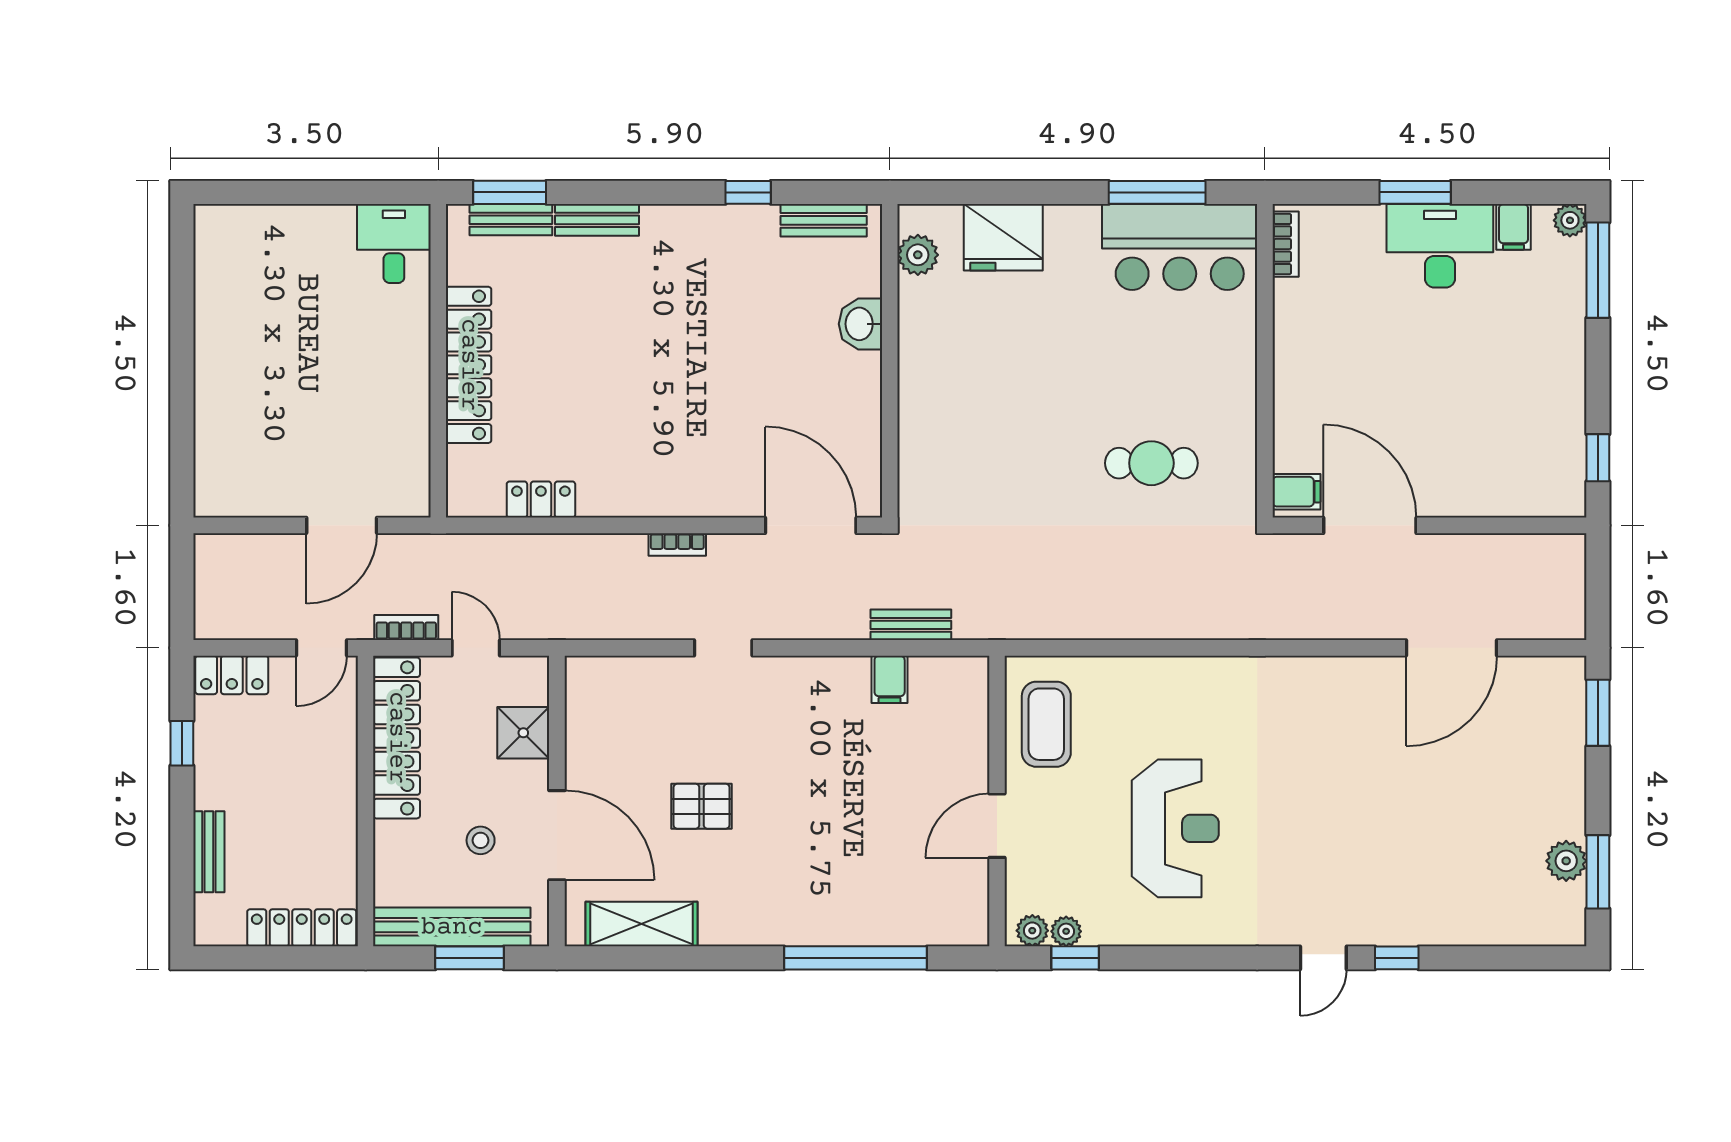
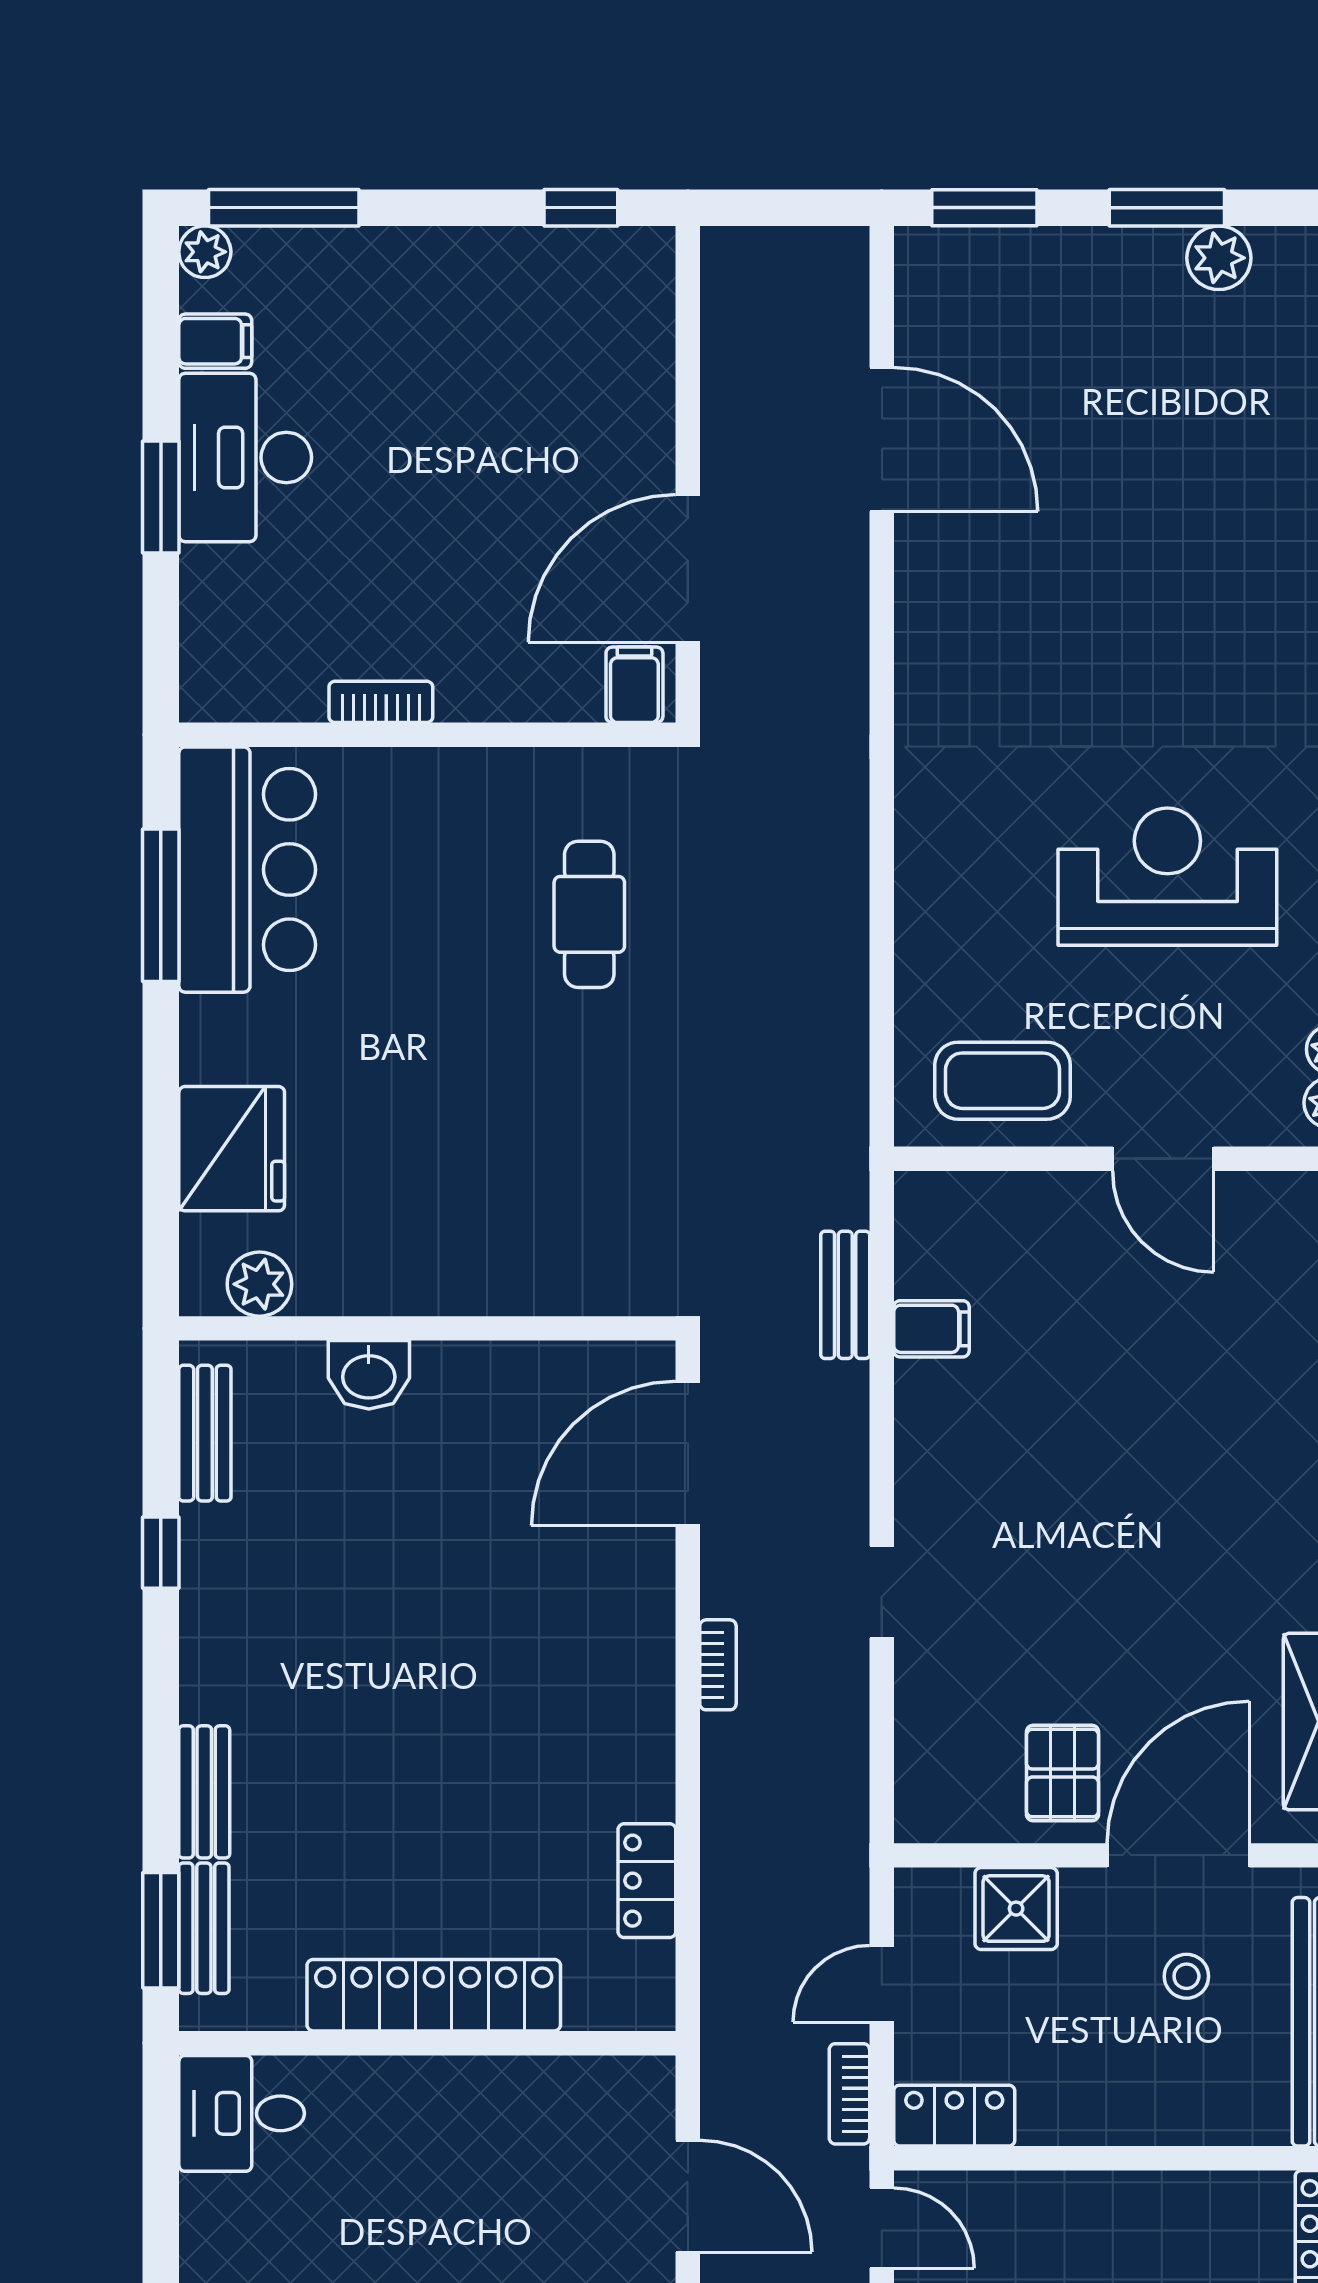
bookcase: (1286, 244) -> (381, 702), moved
locker: (397, 738) -> (954, 2116), width x0.46, depth x0.83
pallet: (701, 806) -> (1063, 1773), moved
window: (1598, 872) -> (1167, 208), moved

